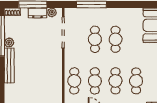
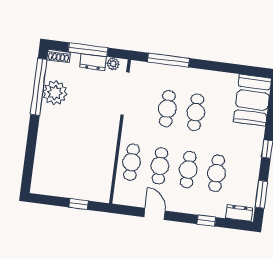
plant: (9, 43) -> (55, 93), width x1.87, depth x1.87
bench: (9, 66) -> (45, 129), removed

